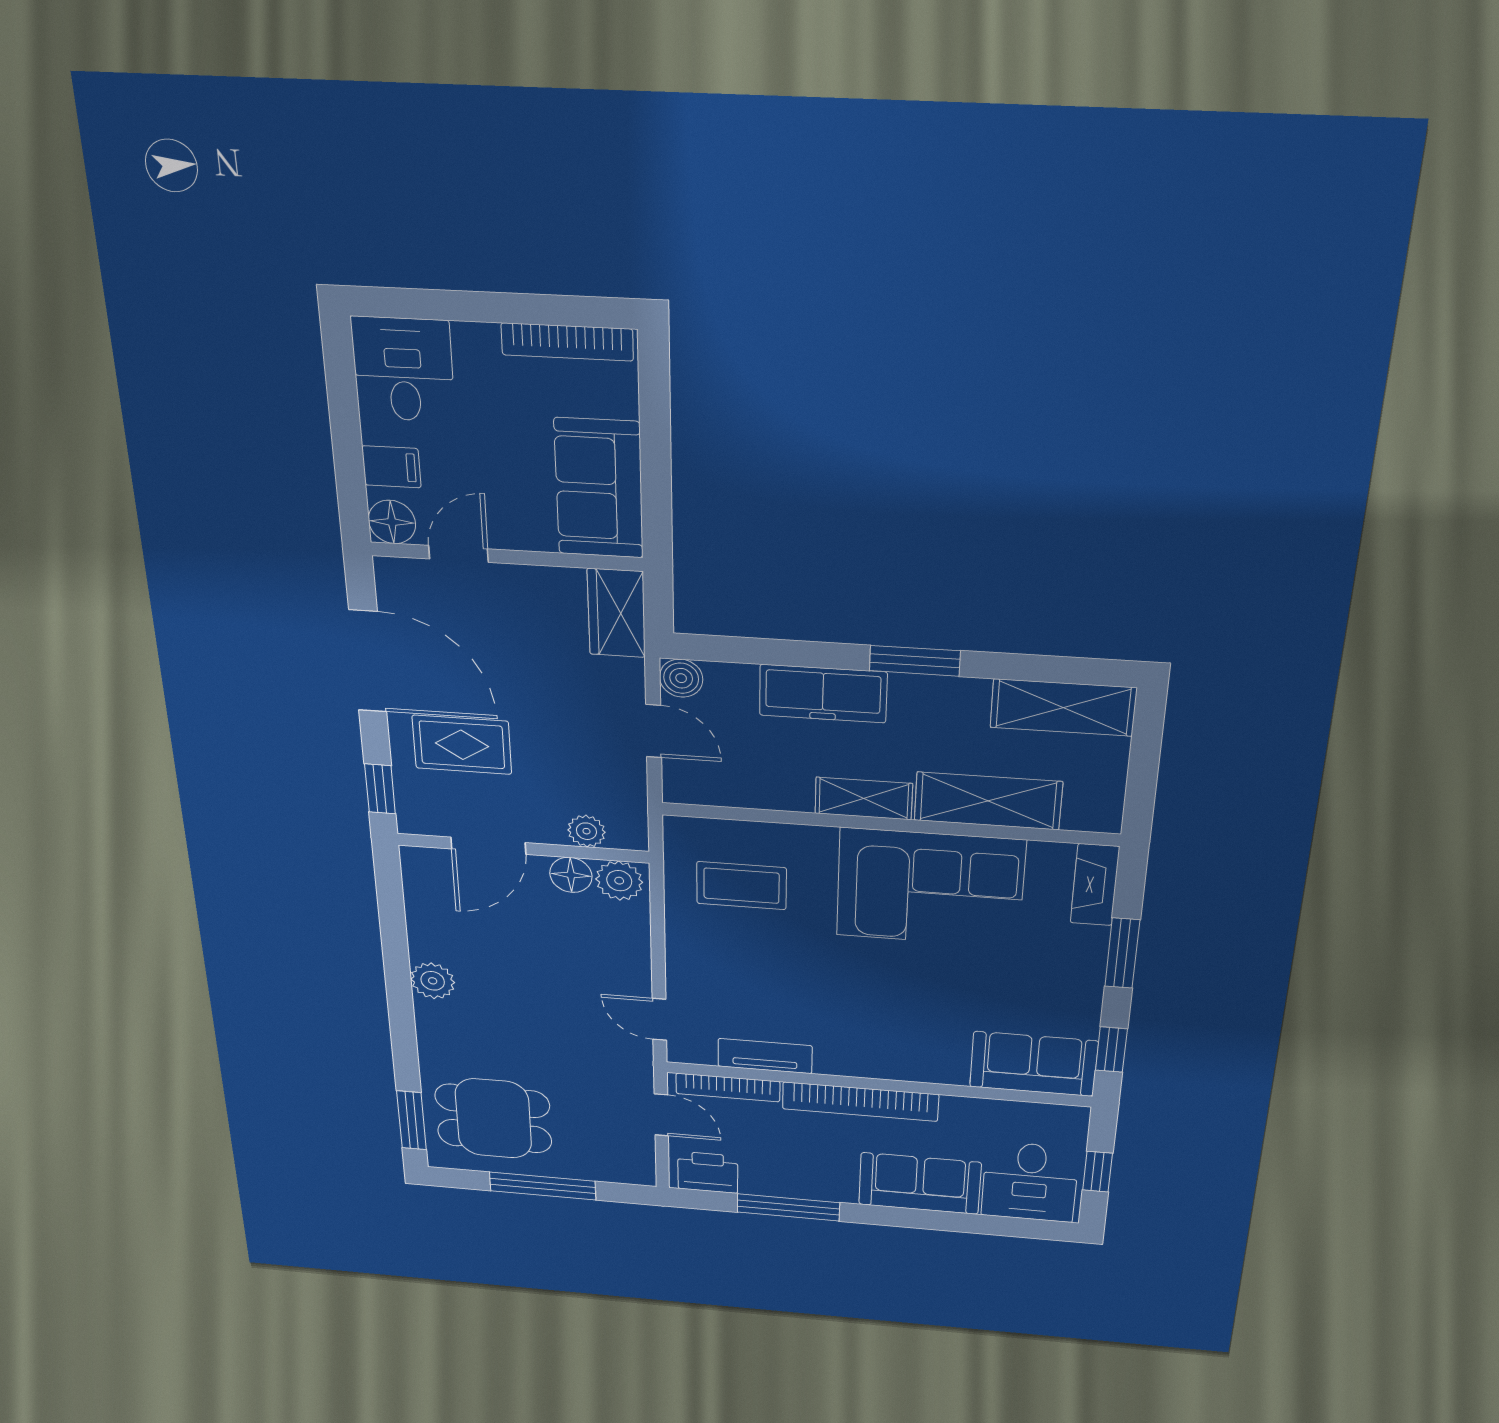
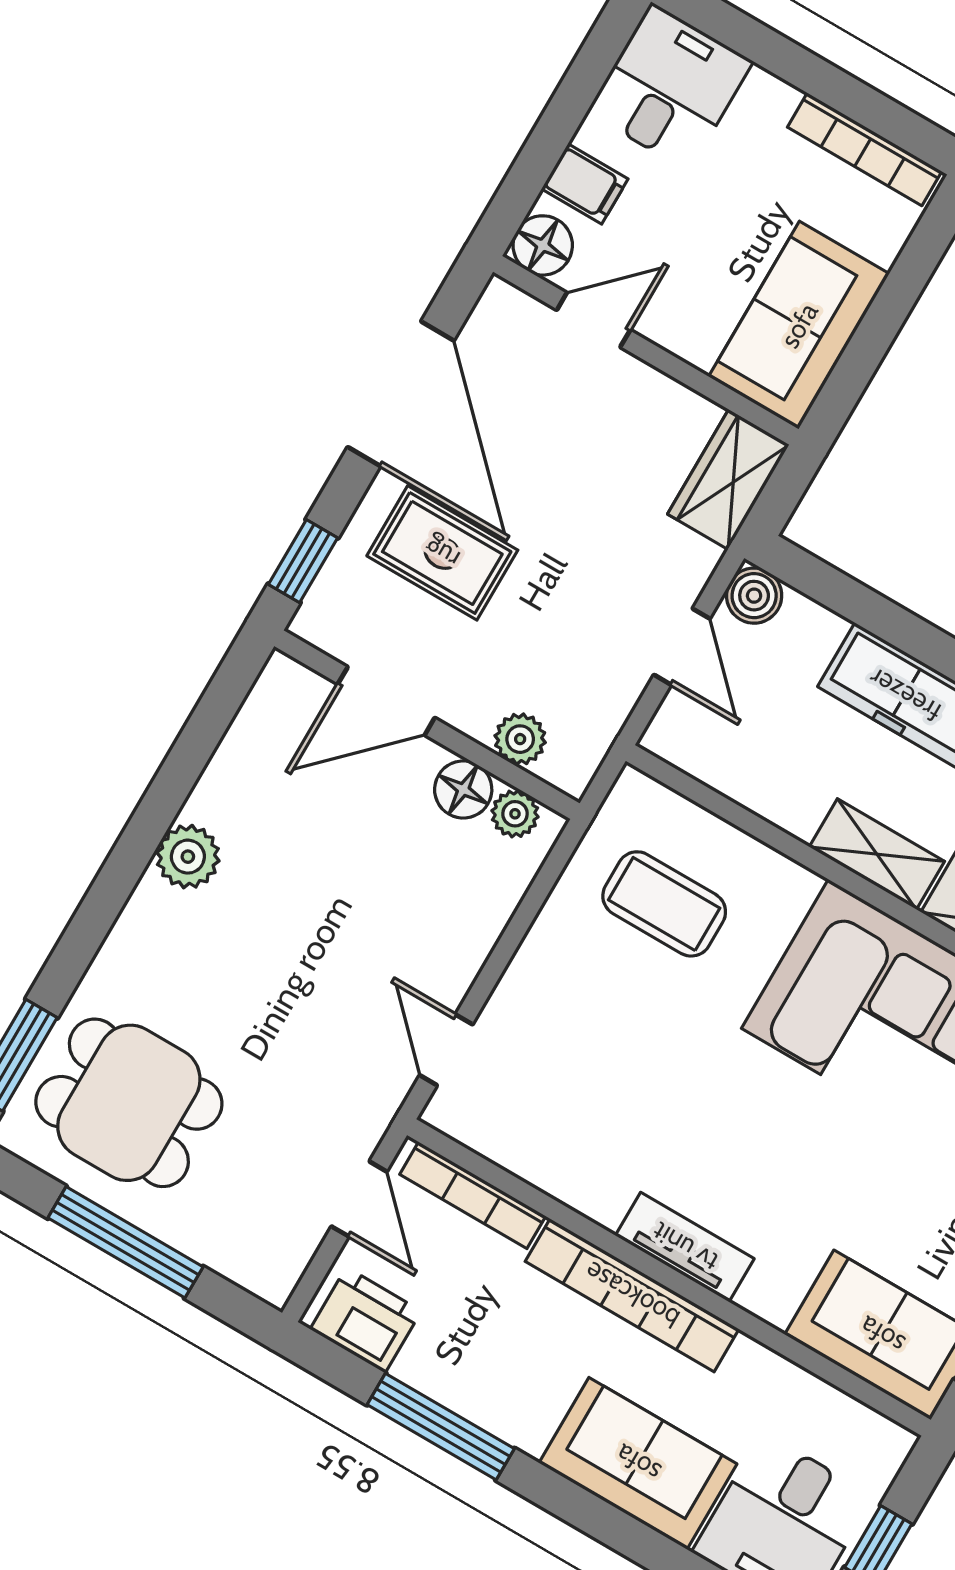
plant: (619, 881) -> (515, 814), width x0.73, depth x0.73
tv unit: (765, 1056) -> (685, 1247), moved

